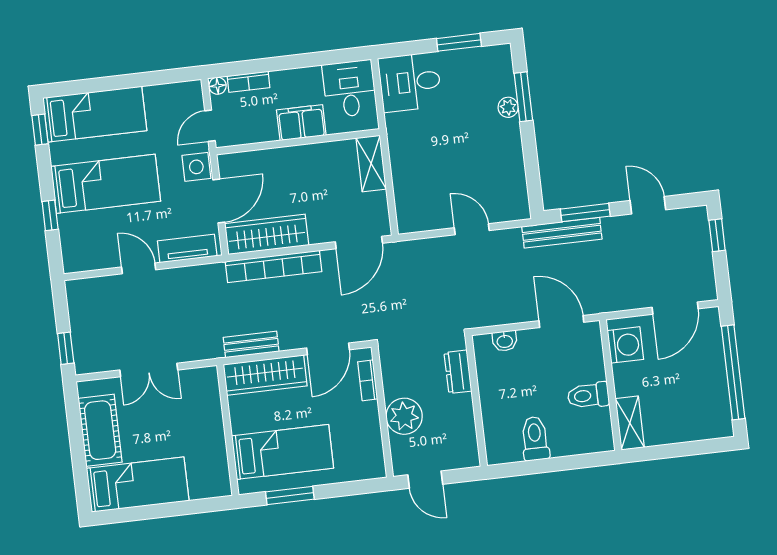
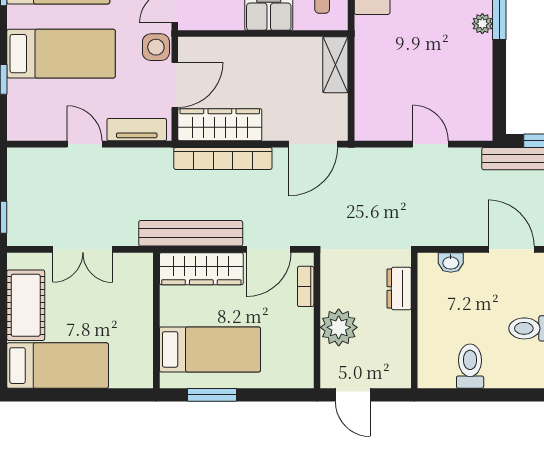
bench: (251, 344) -> (191, 233), width x1.86, depth x1.21

